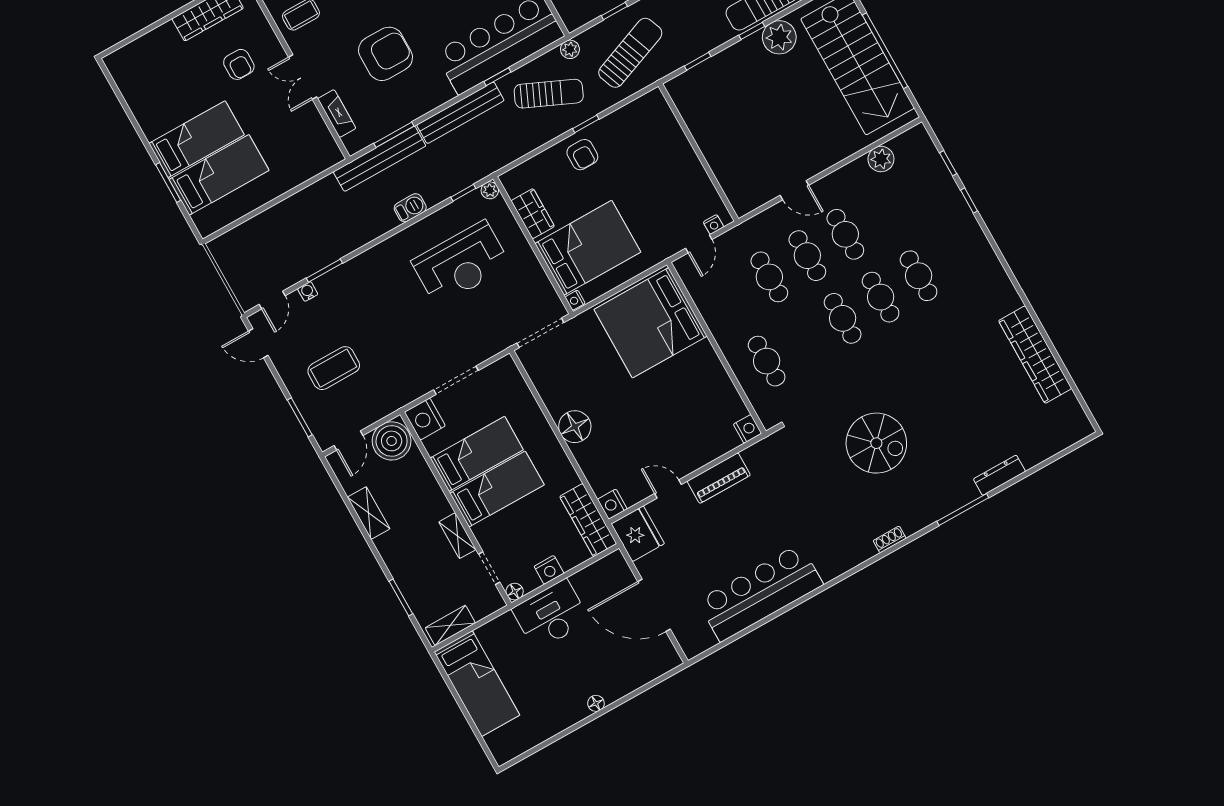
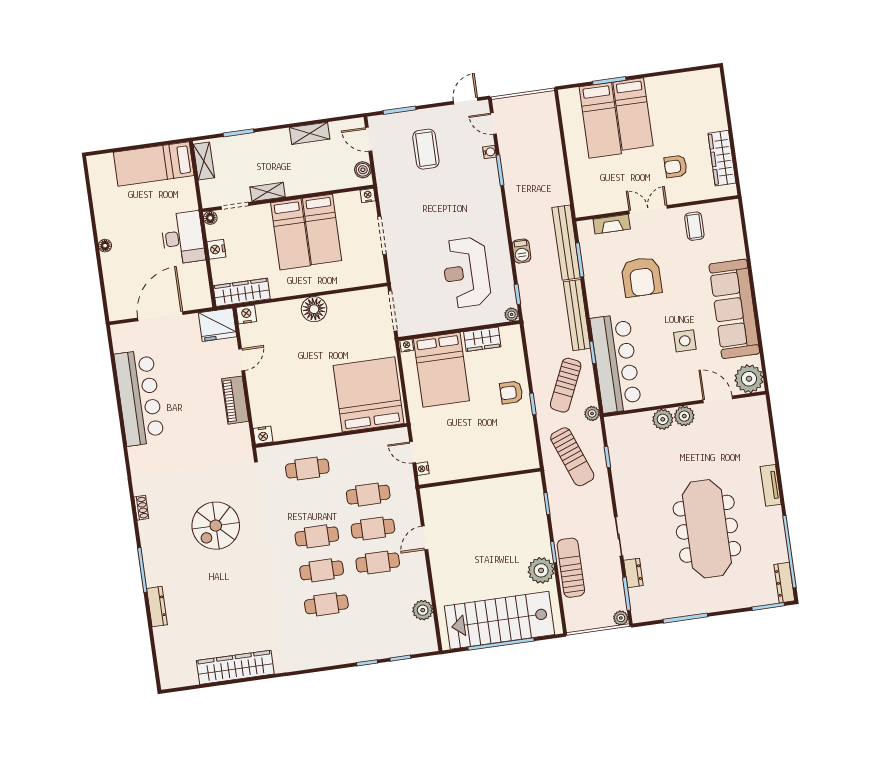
nightstand: (425, 419) -> (368, 196), width x0.53, depth x0.56
boiler: (392, 441) -> (363, 170), width x0.54, depth x0.54

